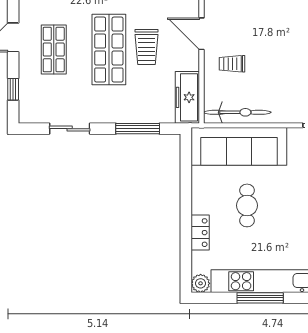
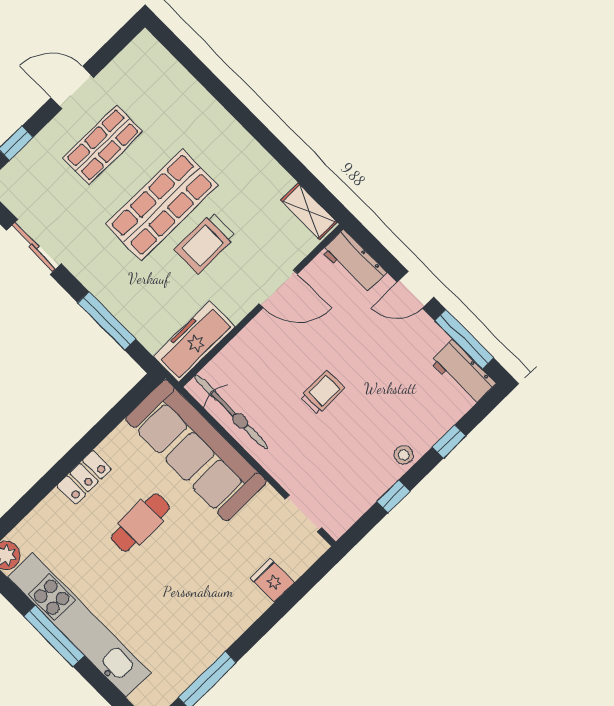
door: (201, 34) -> (278, 289), swing flipped
trolley: (232, 64) -> (322, 393), moved, turned 90
locker: (200, 233) -> (84, 477), moved

